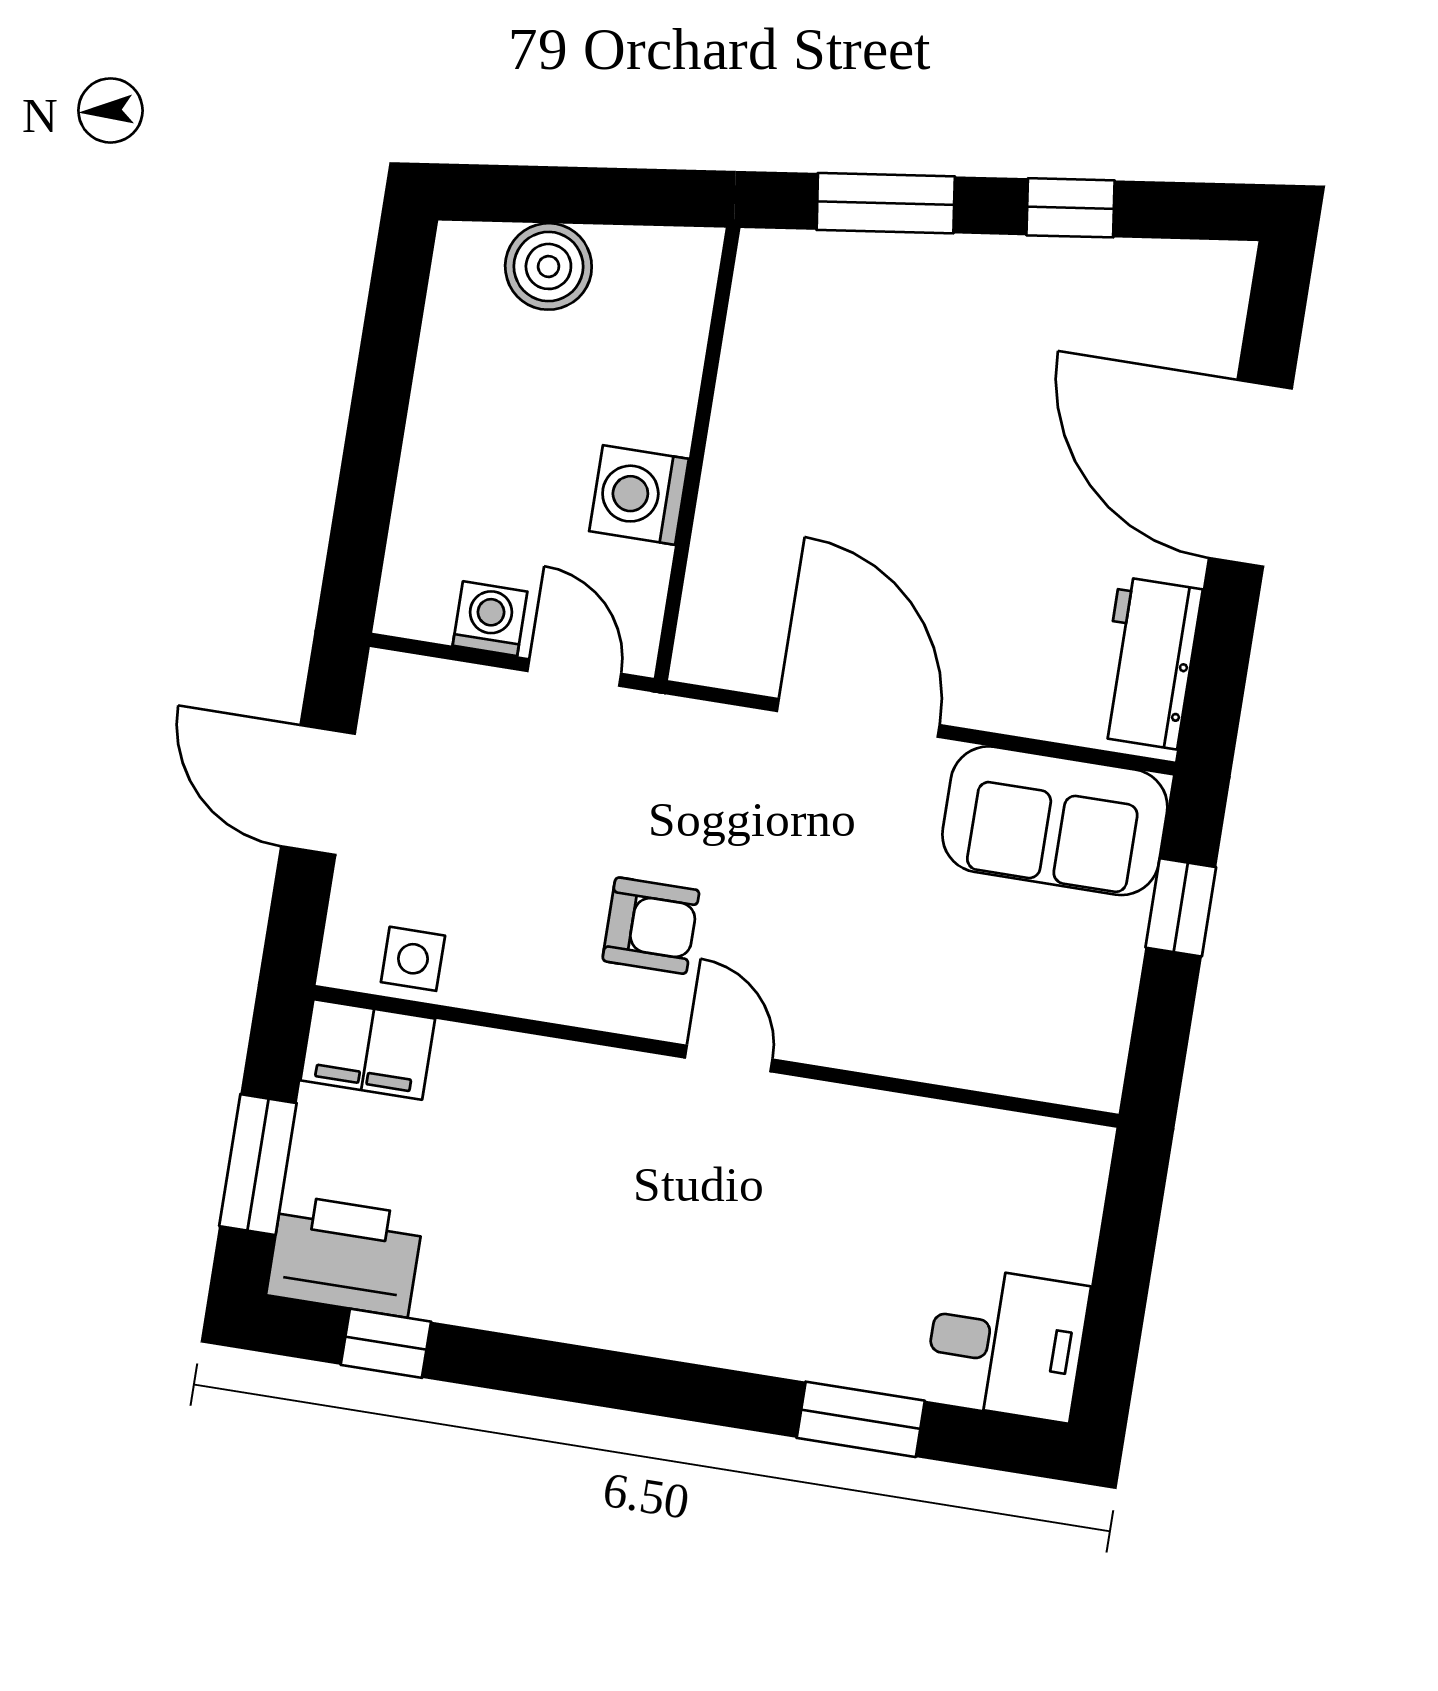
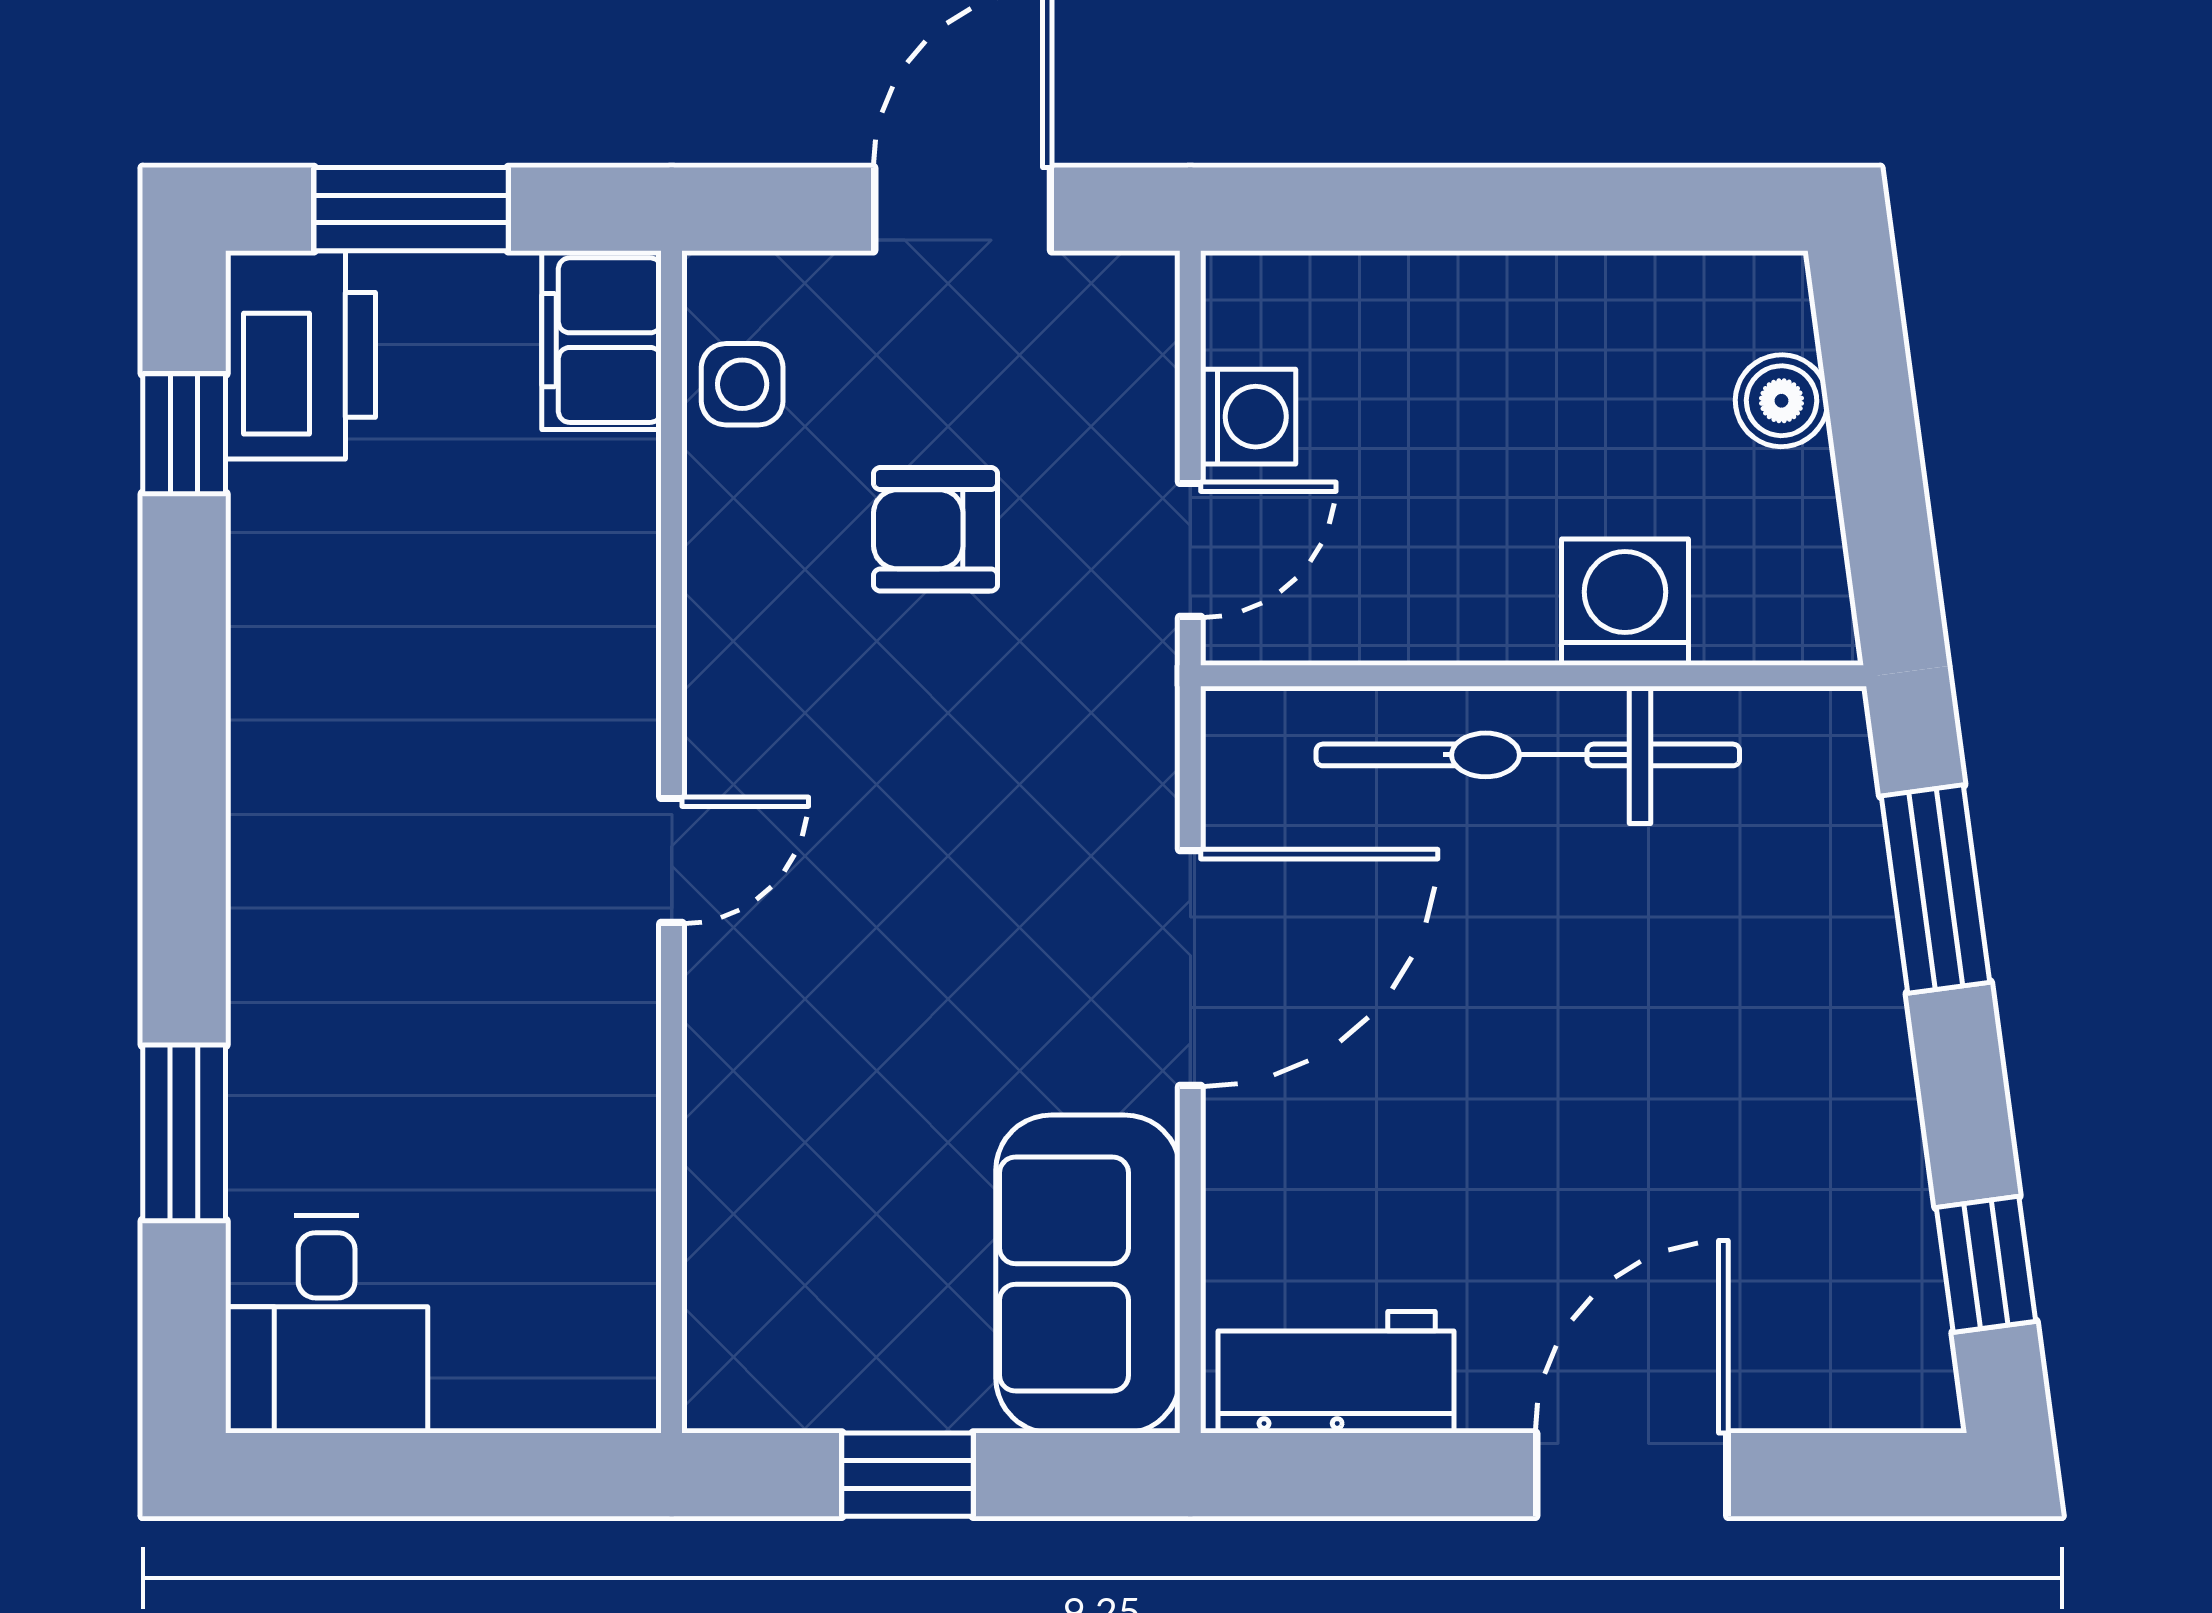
window: (1071, 208) -> (1986, 1264), moved
boiler: (548, 266) -> (1782, 401), width x0.73, depth x0.73
bicycle: (750, 465) -> (1528, 755), added
door: (1250, 473) -> (1632, 1475), width x0.73
washing machine: (639, 495) -> (1625, 602), moved
window: (1181, 907) -> (908, 1475), moved
armchair: (651, 926) -> (936, 529), moved, turned 90

